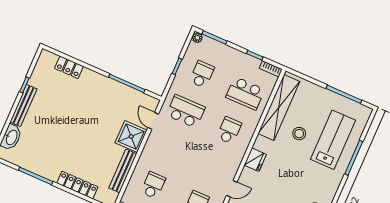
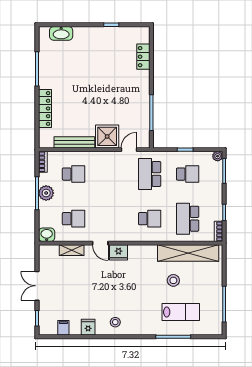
bench: (23, 105) -> (93, 32), removed
school desk: (186, 111) -> (150, 174), turned 180
lab bench: (333, 140) -> (181, 312), width x0.73, depth x0.72
fridge: (255, 160) -> (118, 252), moved

